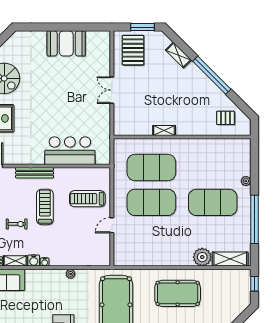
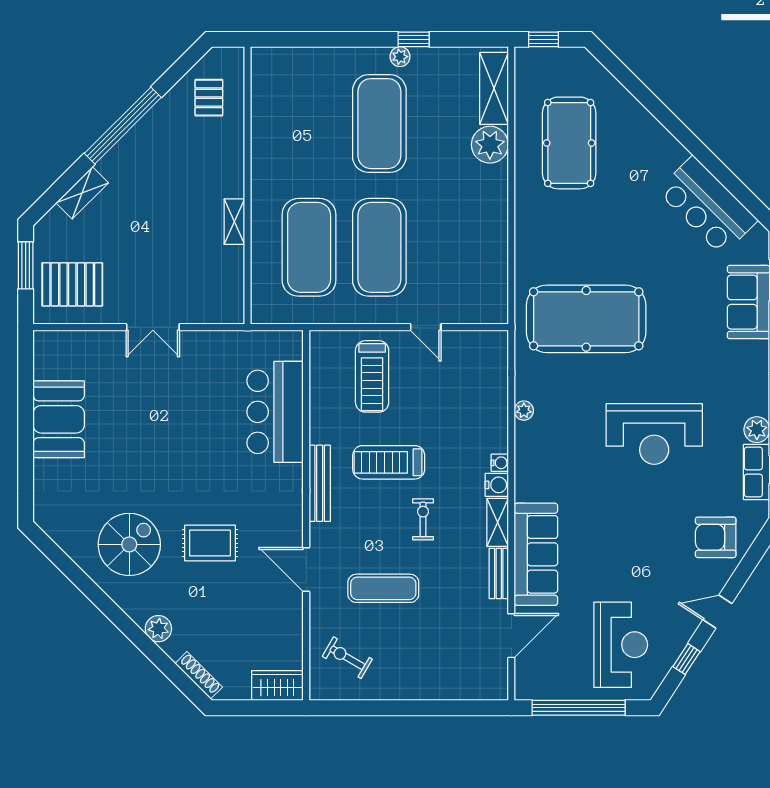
plant: (246, 181) -> (400, 57), moved
window: (254, 219) -> (414, 39), width x0.32
pool table: (178, 293) -> (569, 143), moved

